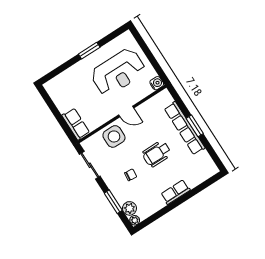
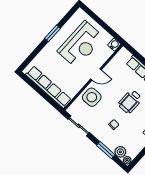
row of seats: (76, 124) -> (48, 87), width x2.02

